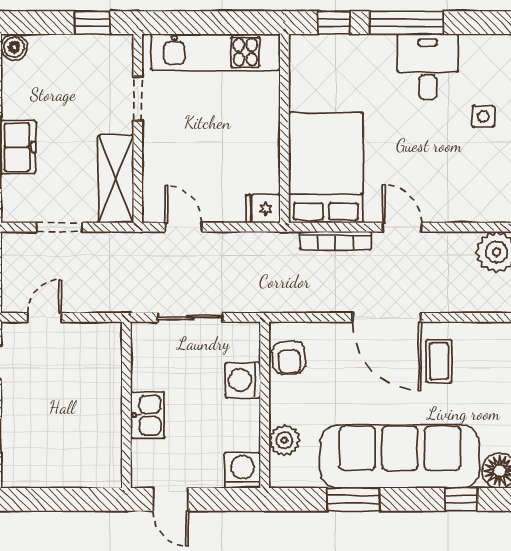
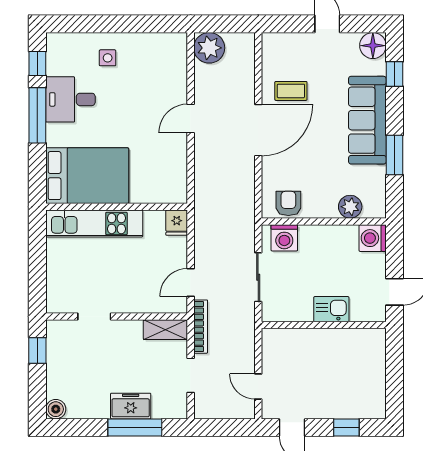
window: (334, 23) -> (37, 64), moved
kitchen unit: (216, 52) -> (94, 223), moved, turned 90
bed: (326, 168) -> (87, 176), moved, turned 180
shelving: (116, 179) -> (165, 330), width x0.67, depth x0.75
bookcase: (336, 241) -> (201, 327), moved
armchair: (289, 358) -> (288, 203), turned -85
washing machine: (243, 380) -> (284, 238), moved
sofa: (400, 456) -> (367, 120), width x0.74, depth x0.79

